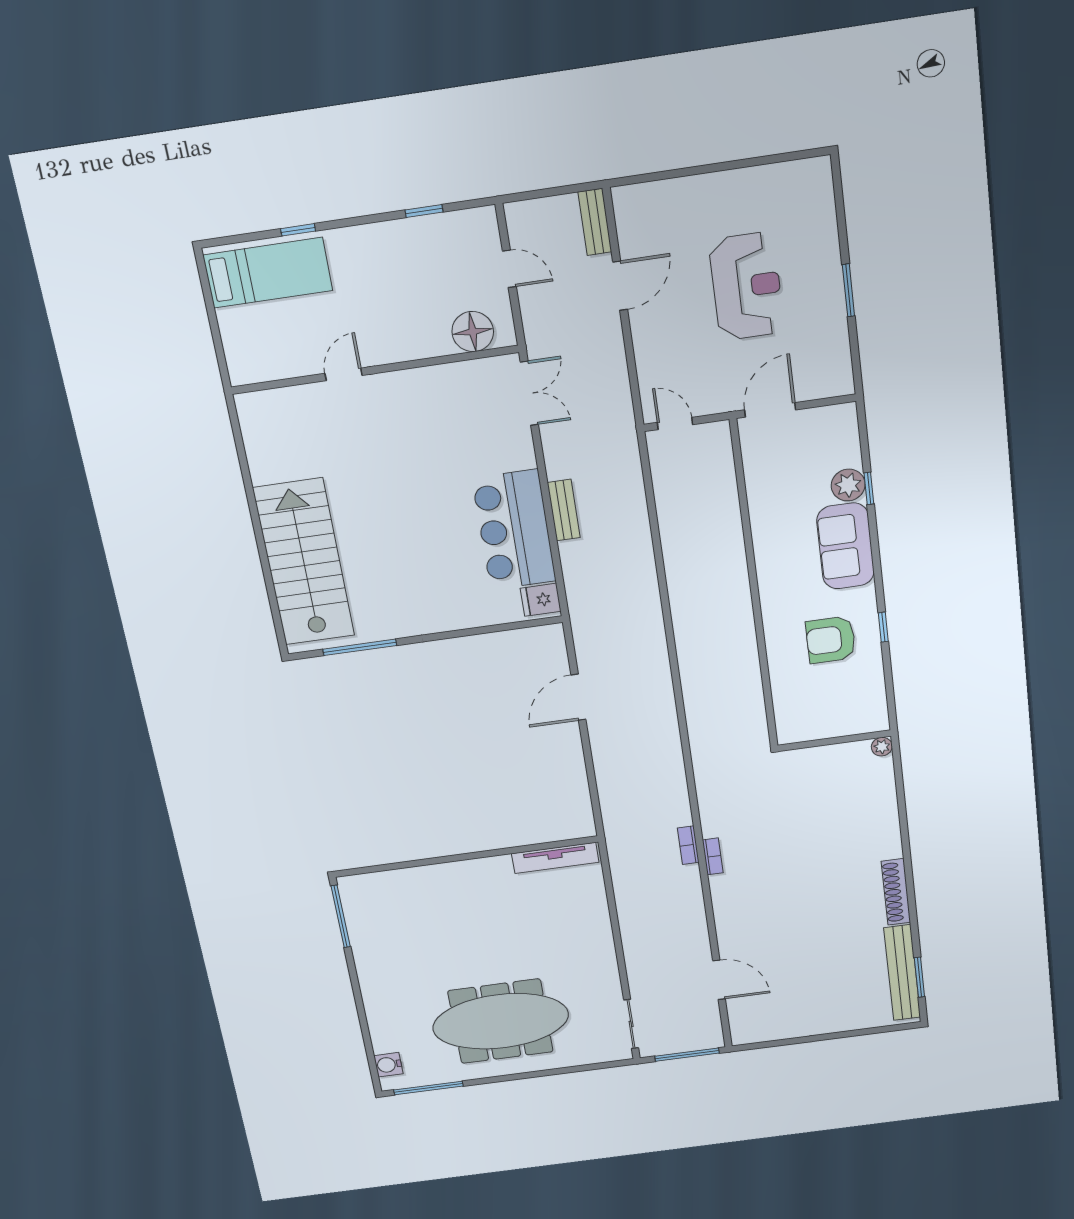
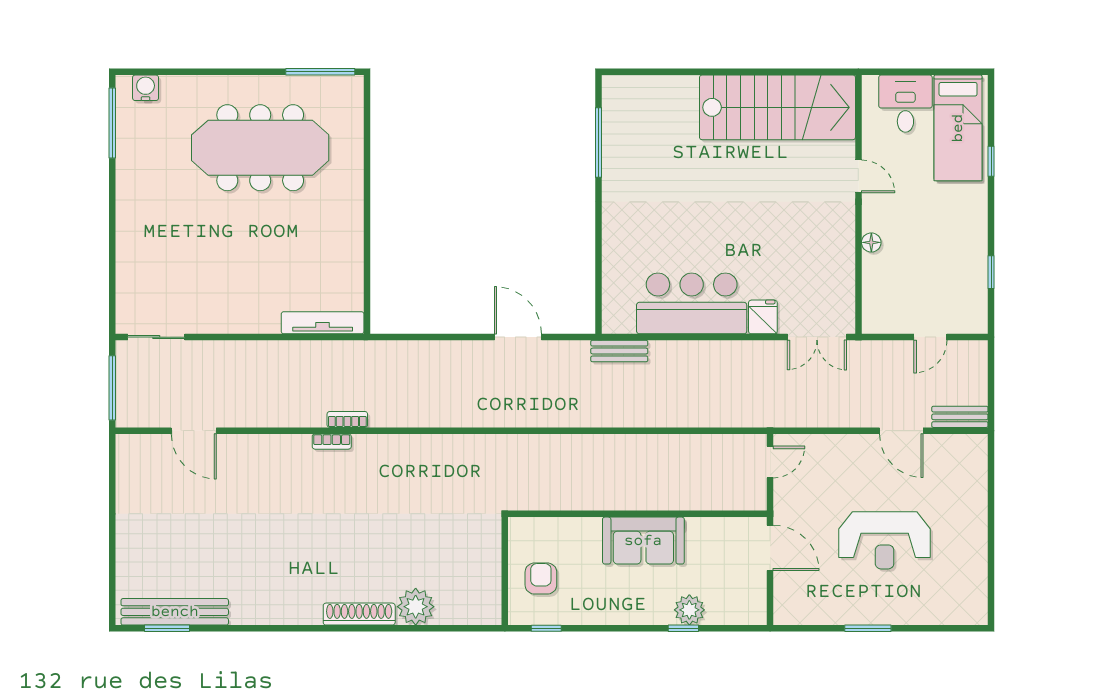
floor lamp: (473, 332) -> (871, 242), moved, width x0.53, depth x0.53
desk: (253, 335) -> (905, 104), added
bench: (564, 510) -> (619, 351), moved
sofa: (845, 546) -> (643, 541), moved, turned 180
stairs: (304, 562) -> (777, 107), moved
fridge: (541, 600) -> (763, 317), moved
armchair: (831, 640) -> (541, 579), width x0.72, depth x0.72
wall: (834, 741) -> (505, 571), moved
plant: (882, 747) -> (416, 607), width x1.88, depth x1.88
tv unit: (555, 858) -> (323, 323), moved, turned 90
shoe rack: (896, 892) -> (359, 614), moved
door: (719, 980) -> (194, 431), hinge flipped
meeting table: (501, 1021) -> (260, 148), moved, turned 90

